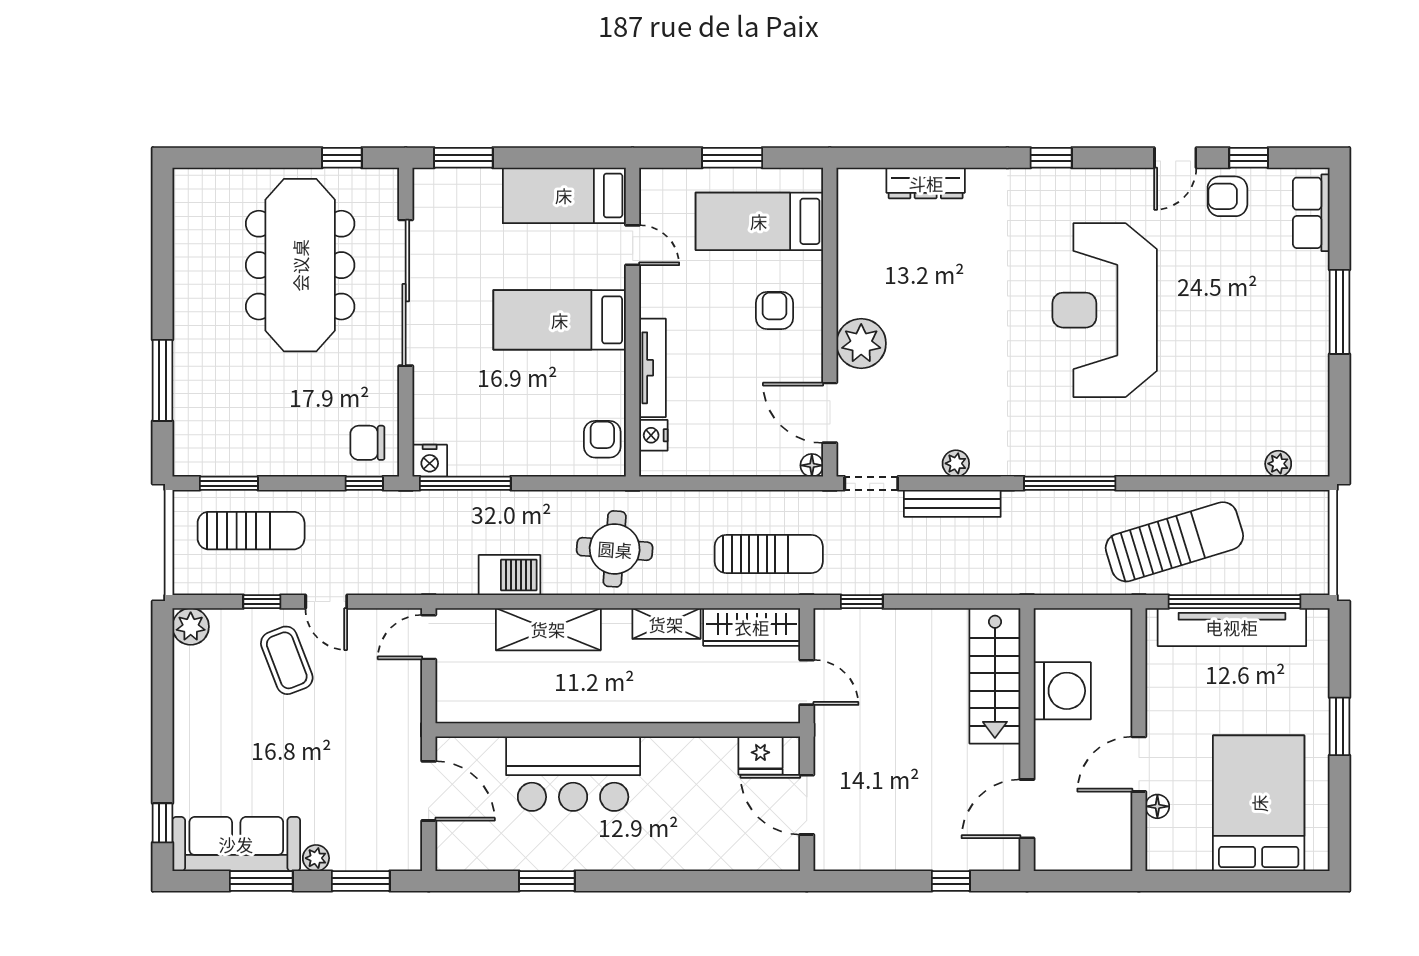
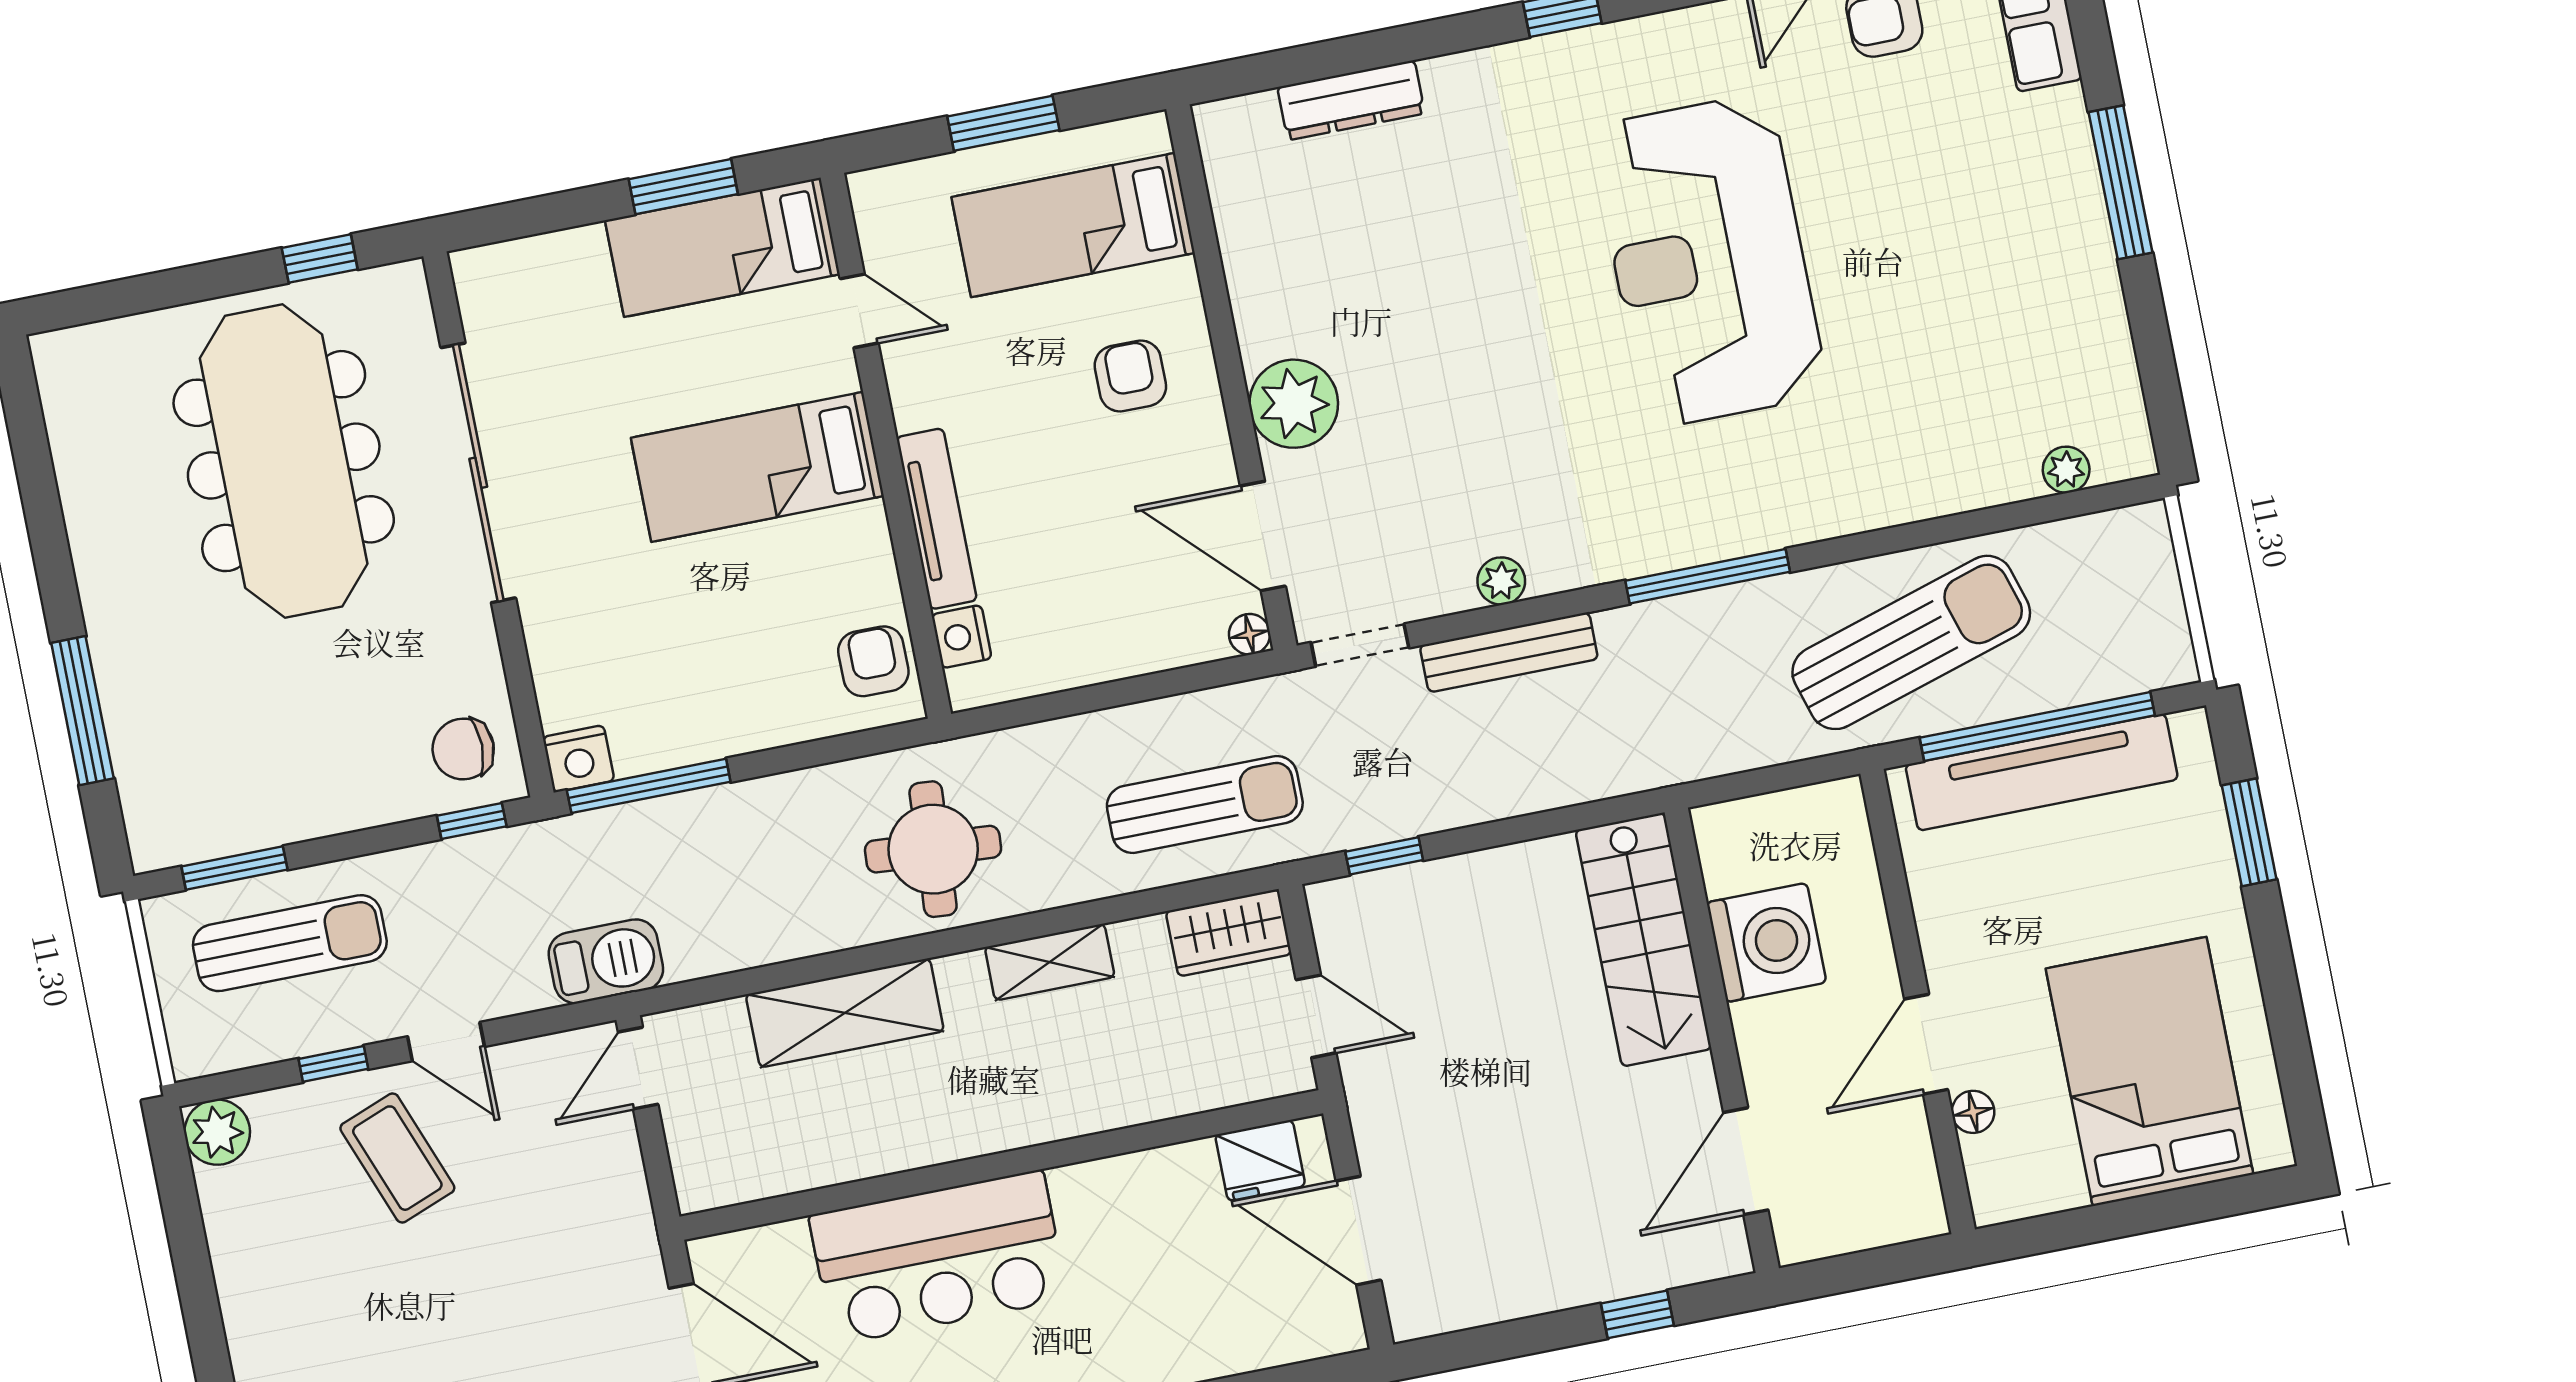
window: (463, 158) -> (683, 187), moved
barbecue: (510, 575) -> (606, 961), moved
wardrobe: (752, 627) -> (1229, 933), width x0.67
window: (1339, 726) -> (2249, 832), moved

